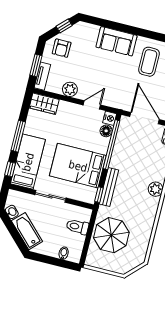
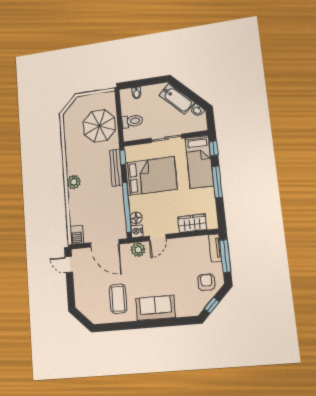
window: (36, 65) -> (225, 256), width x1.44
plant: (70, 89) -> (138, 250), moved
wardrobe: (44, 104) -> (192, 223), moved

